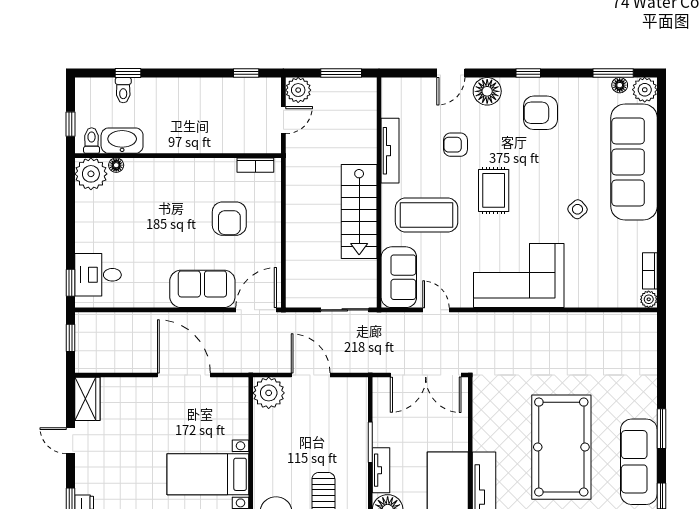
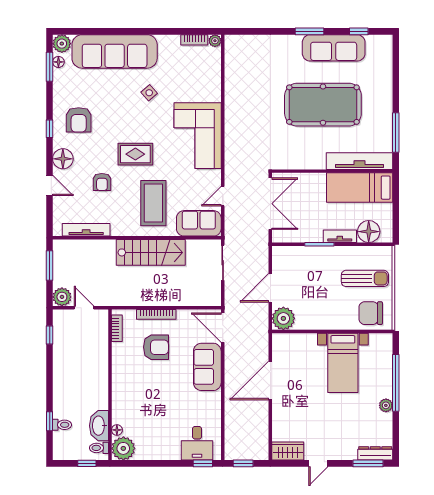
tv unit: (390, 151) -> (86, 230), moved
bookcase: (274, 219) -> (156, 314), added

